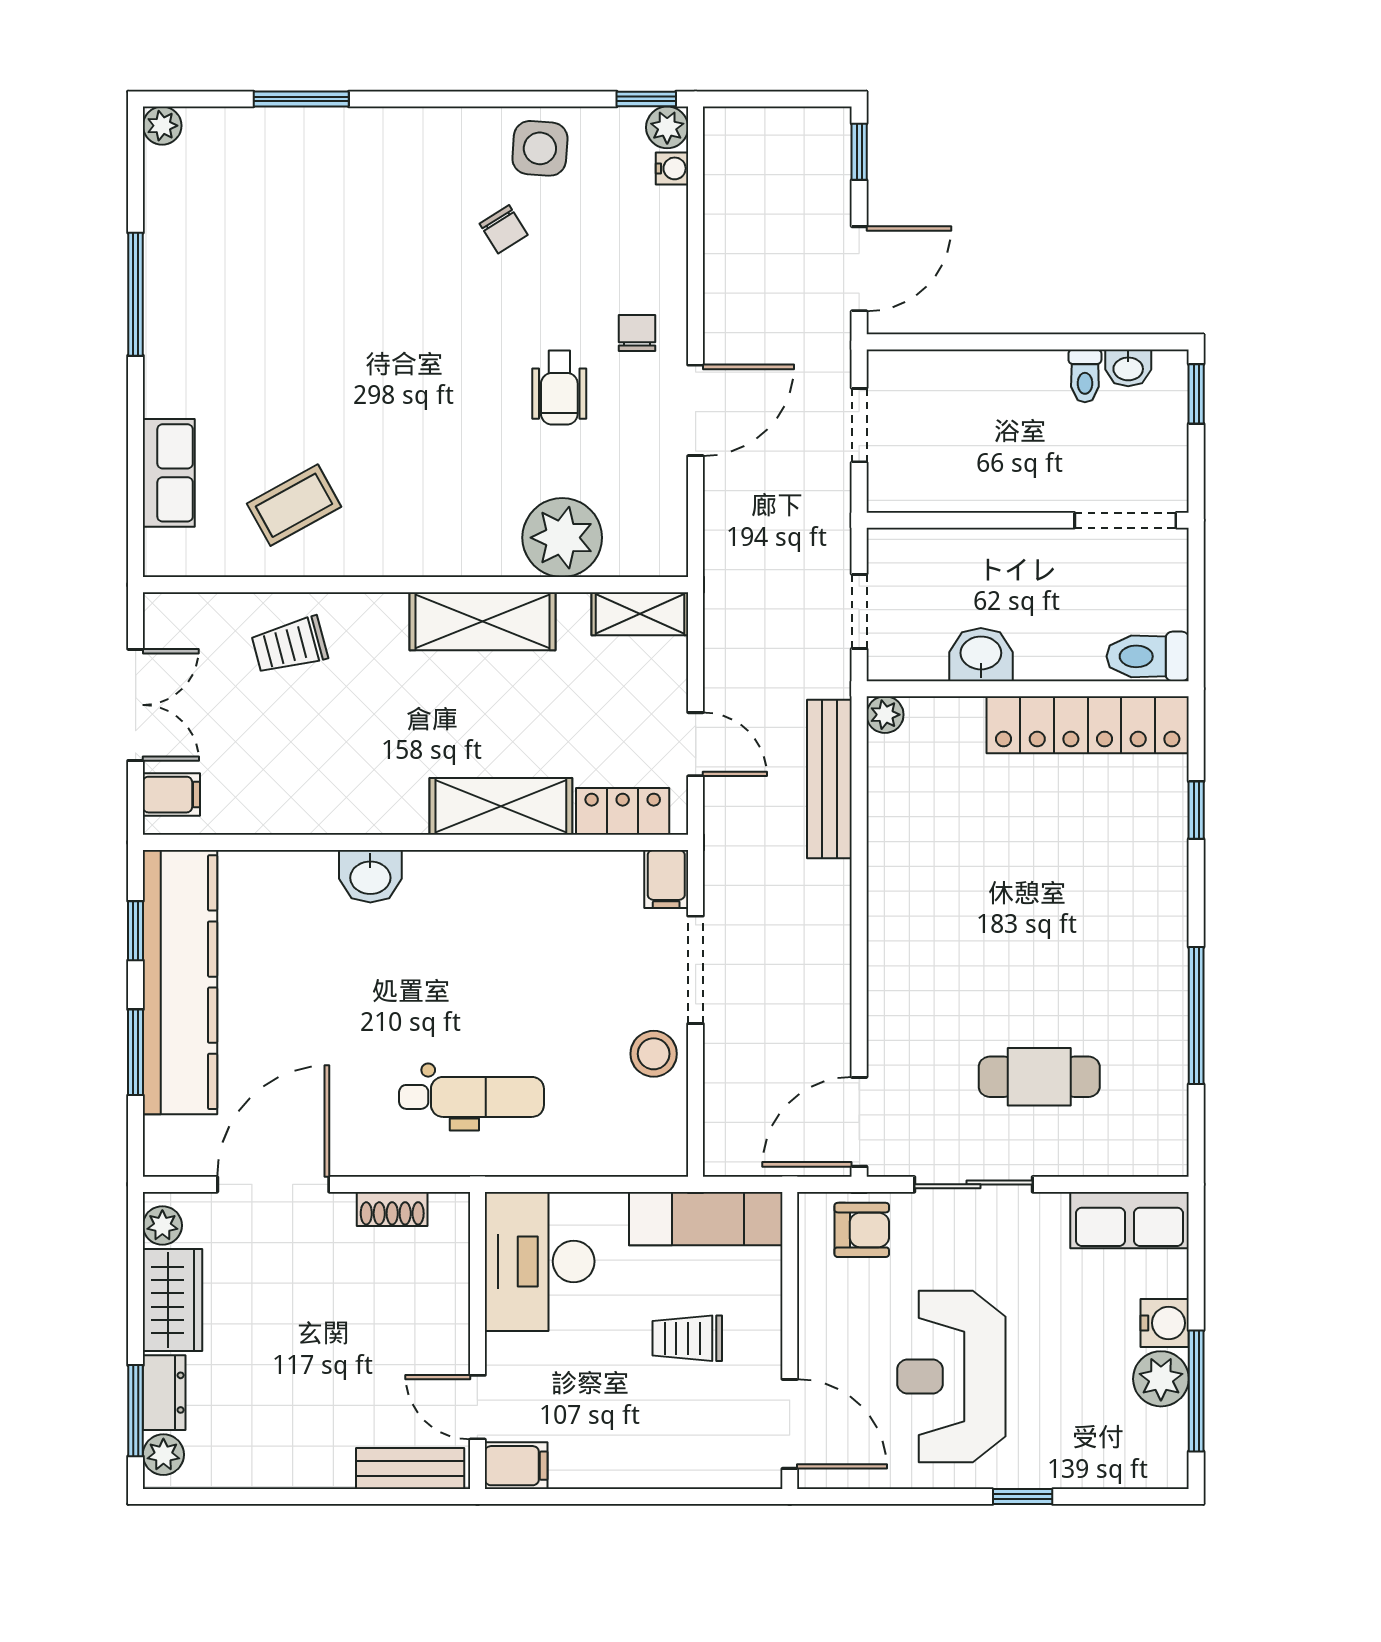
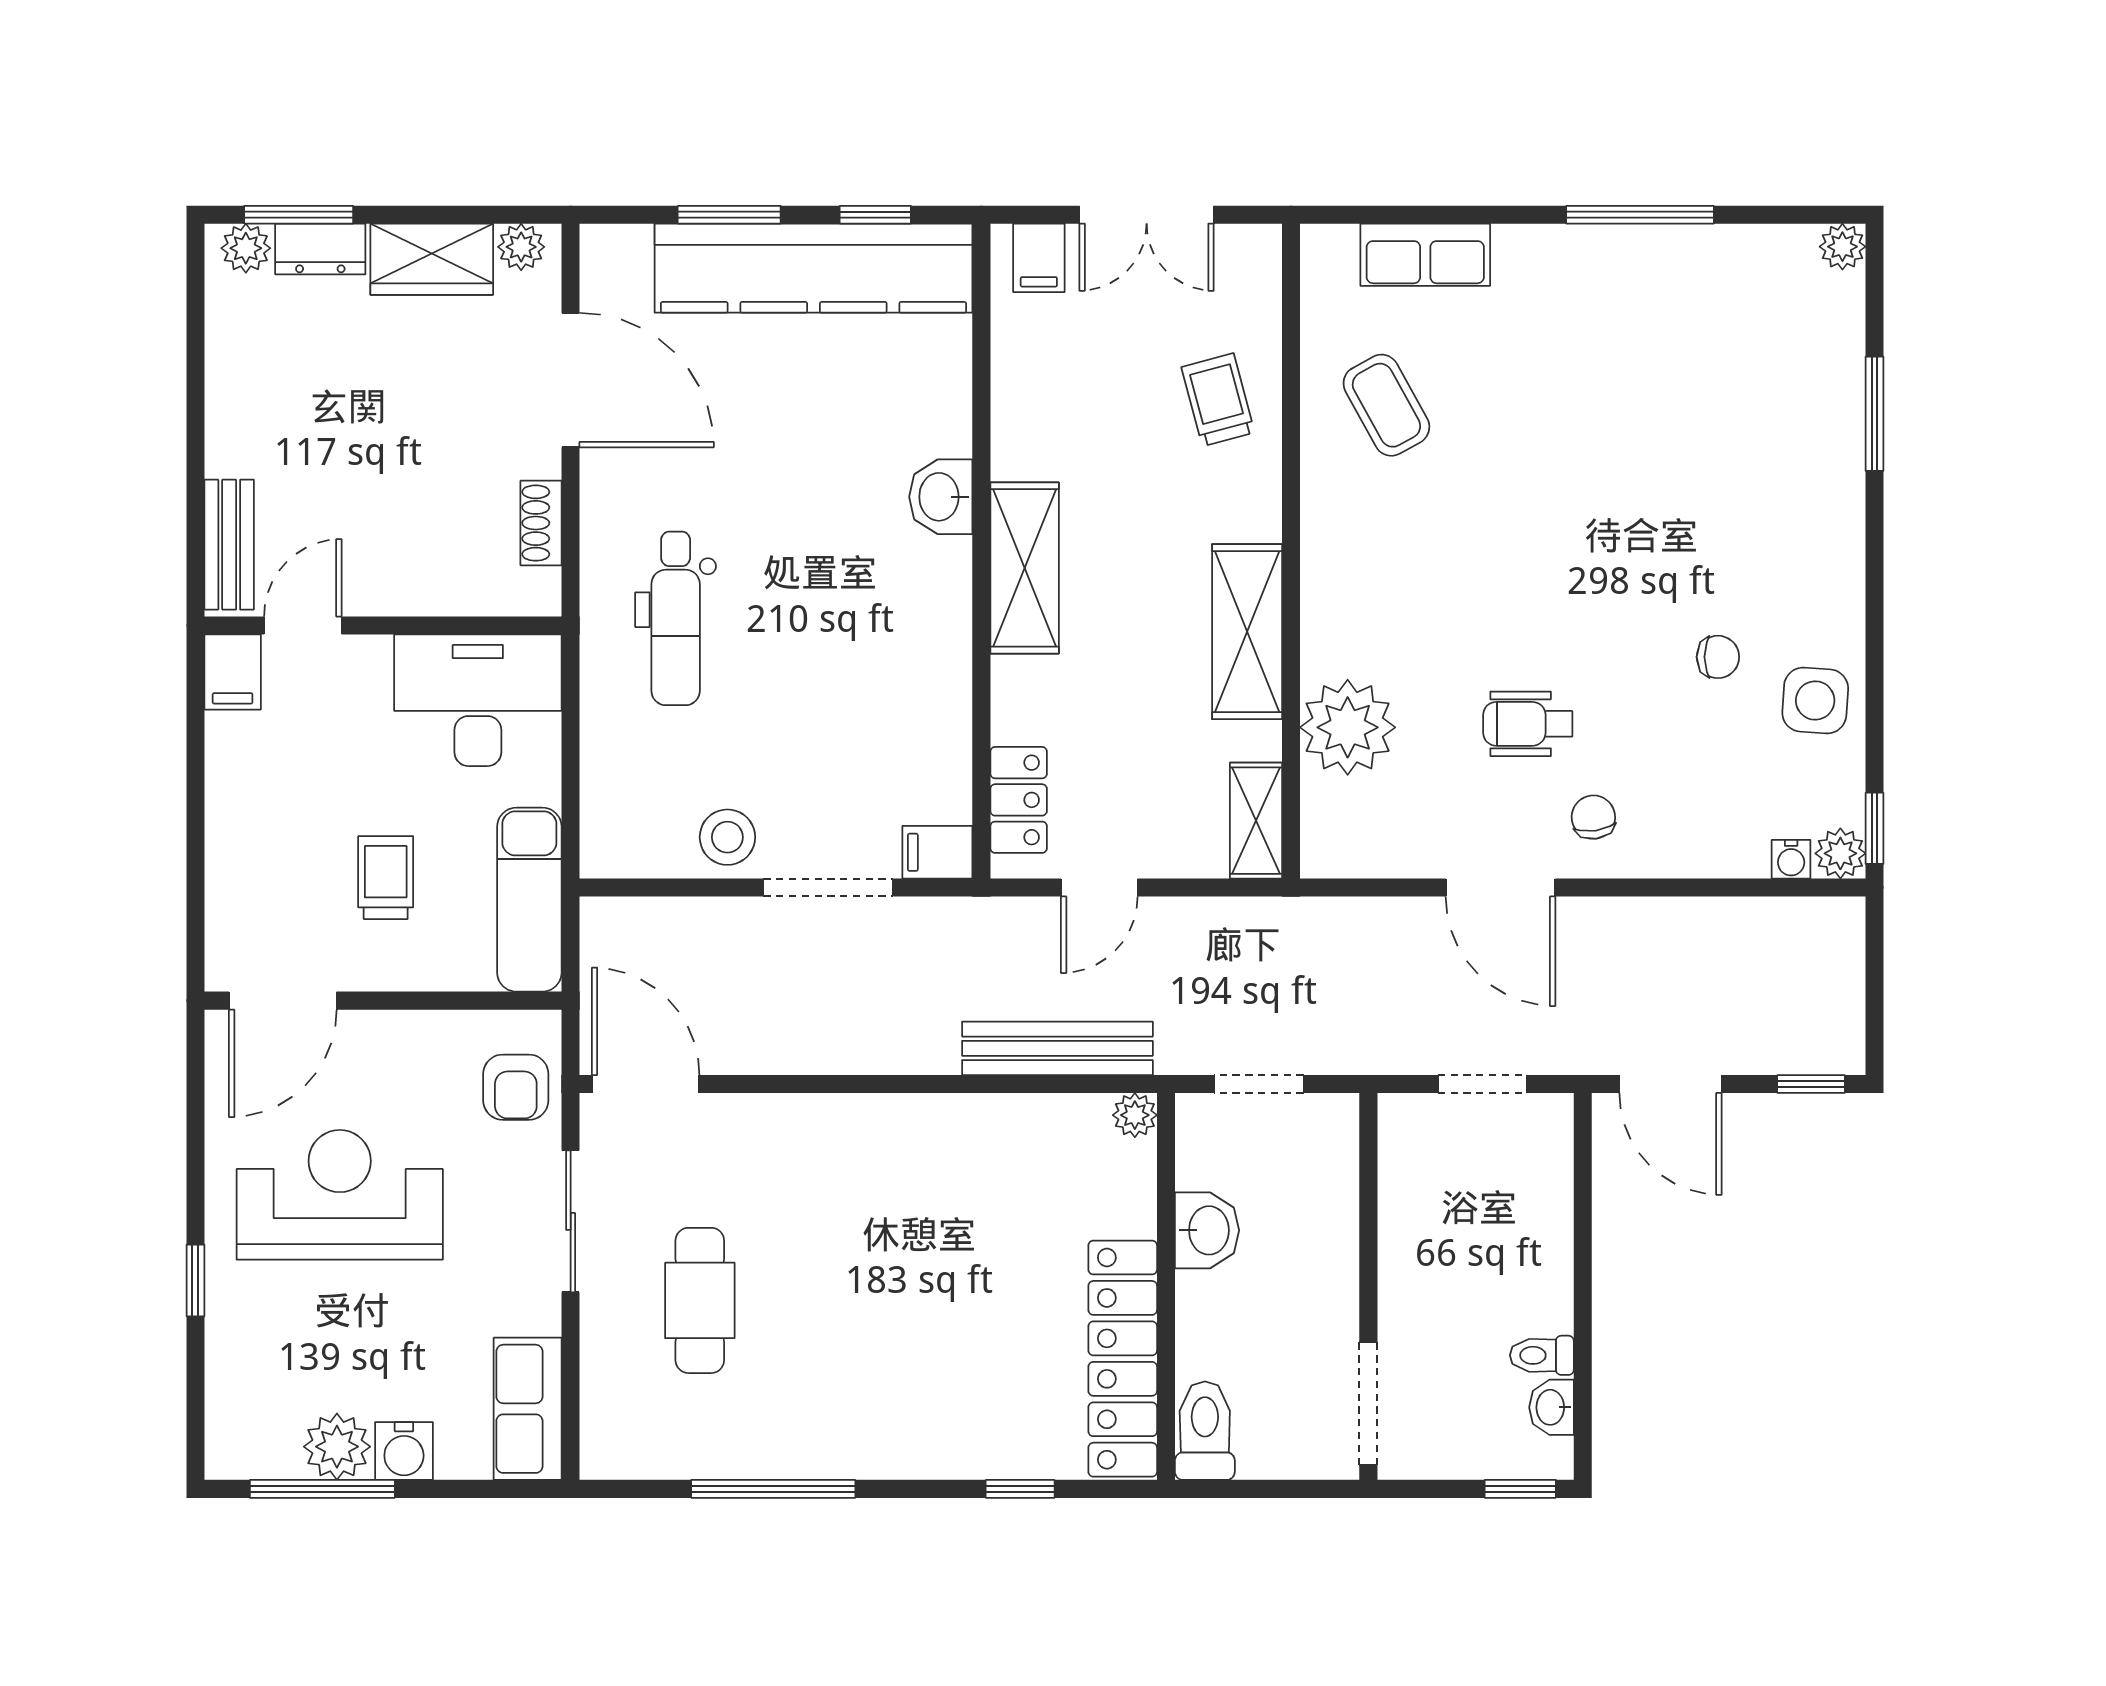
chair: (504, 229) -> (1718, 657), turned -148
chair: (637, 333) -> (1593, 817), turned -98
shelving: (501, 806) -> (1025, 568), moved

